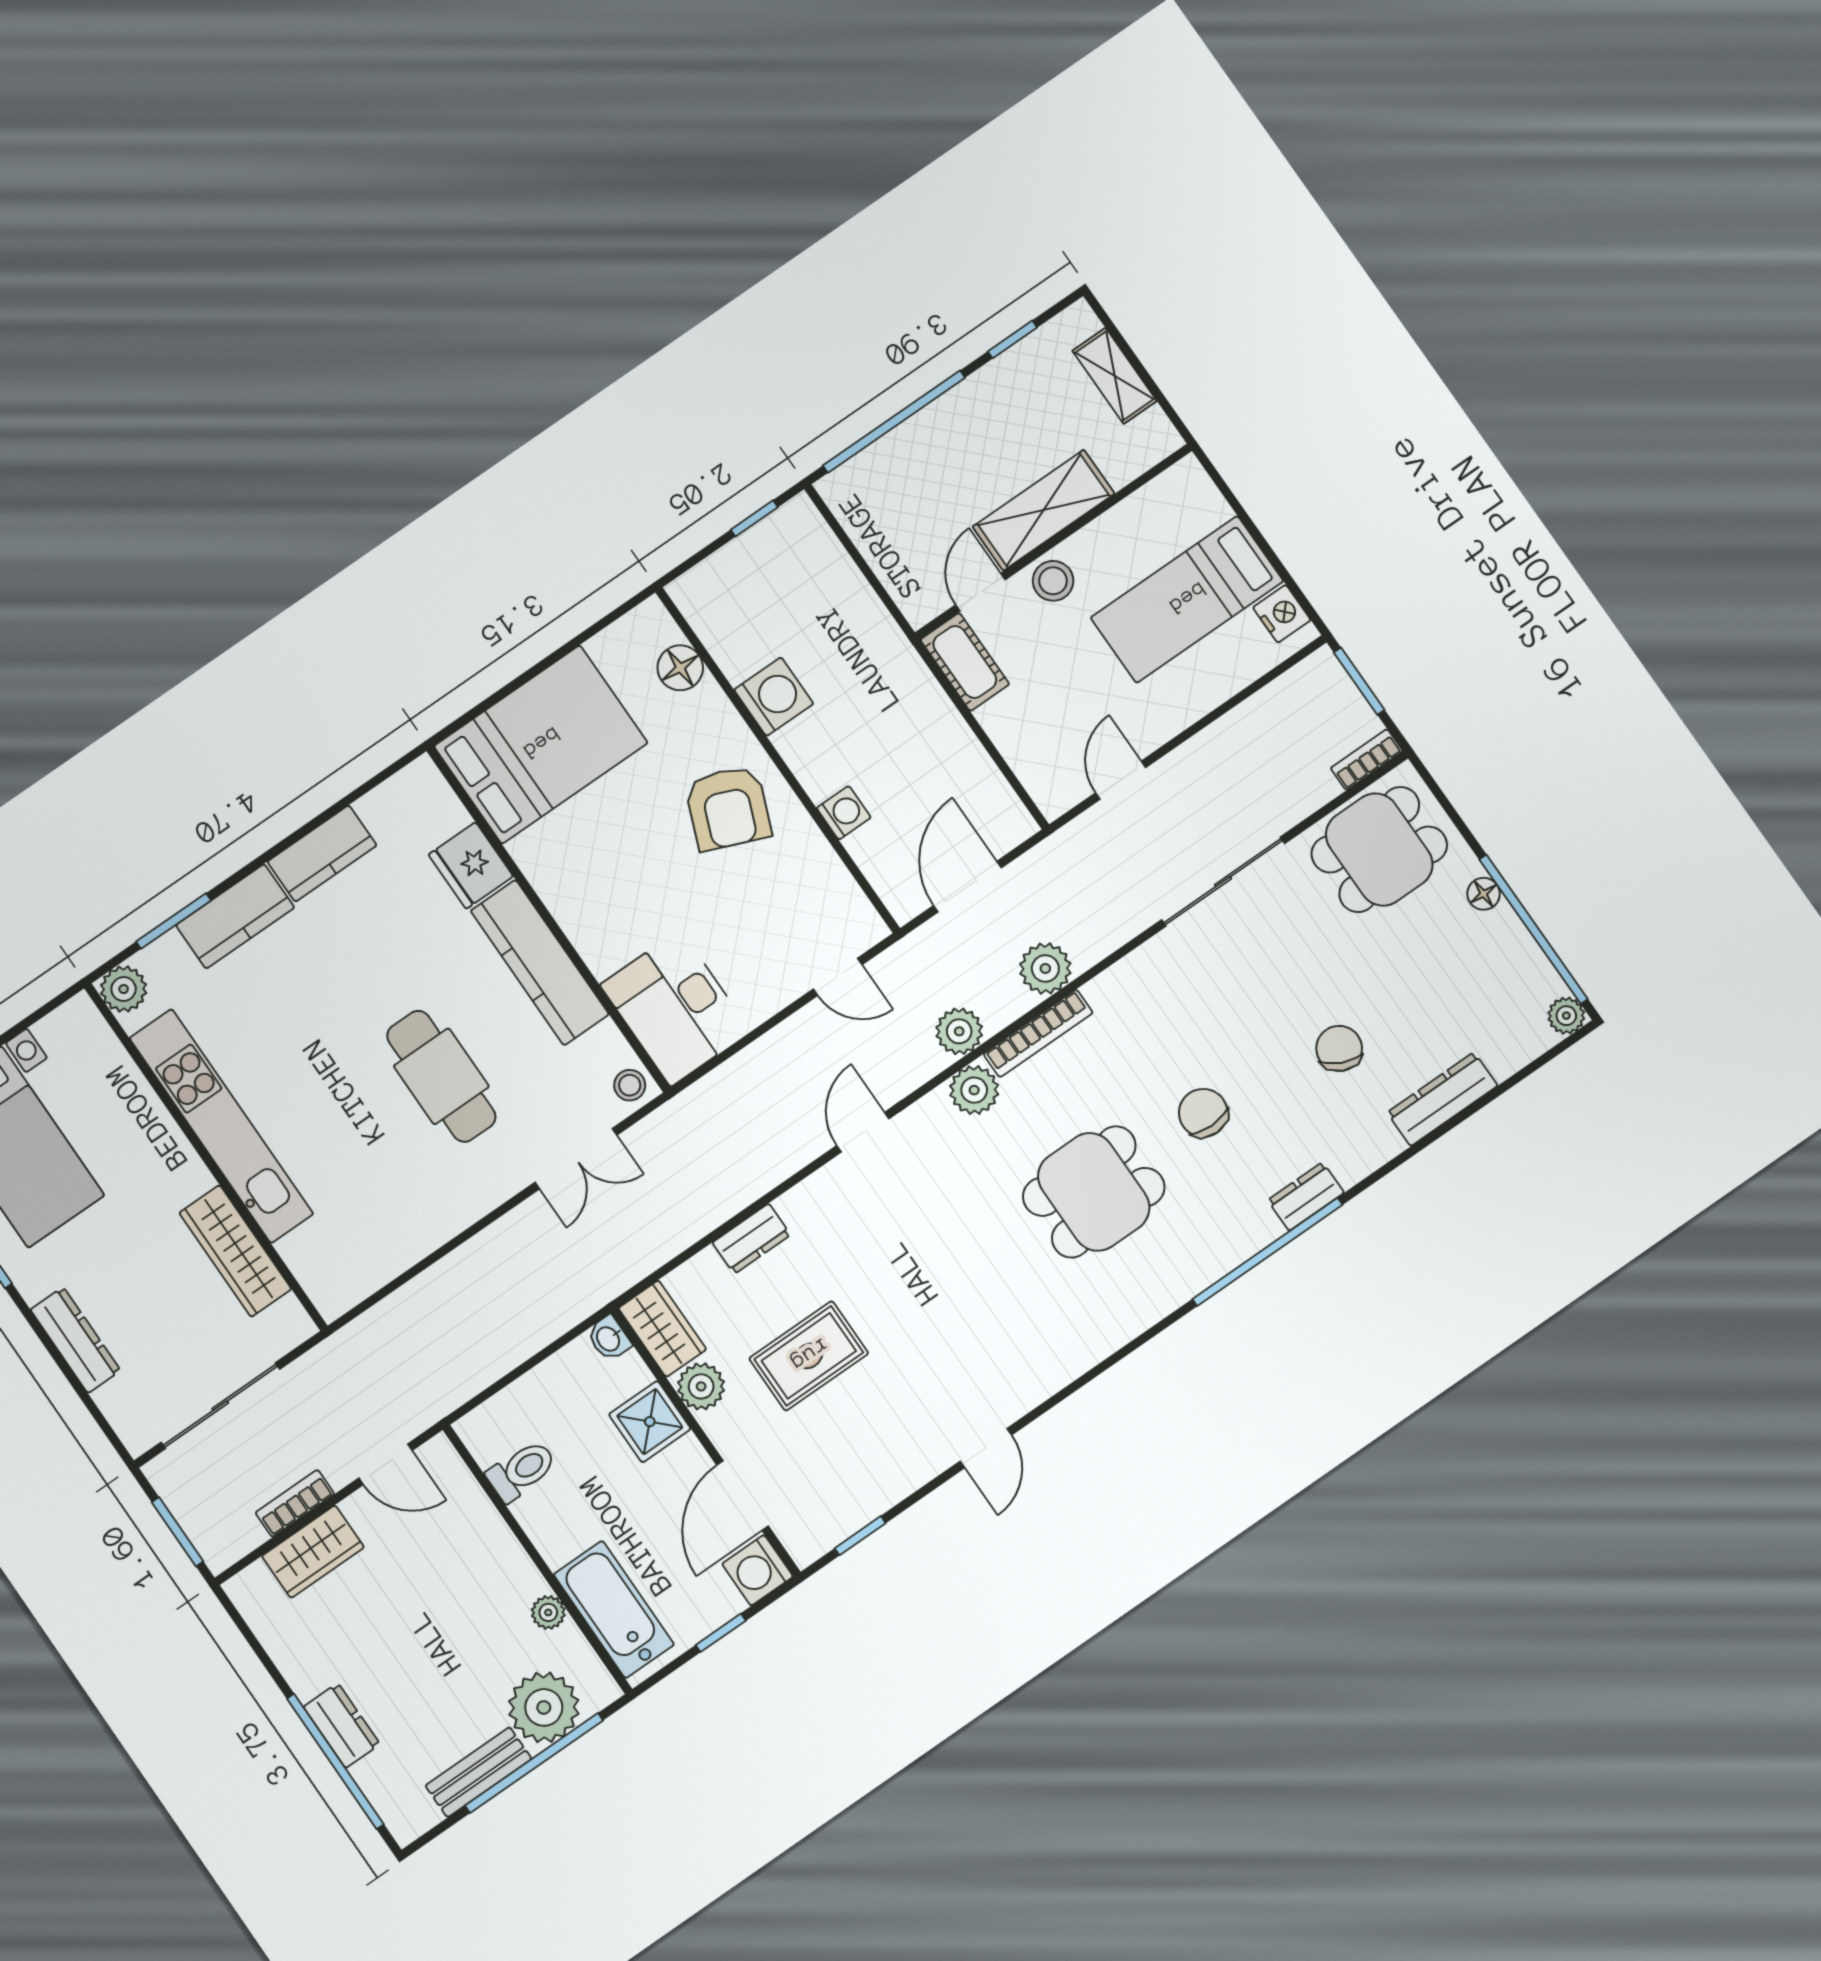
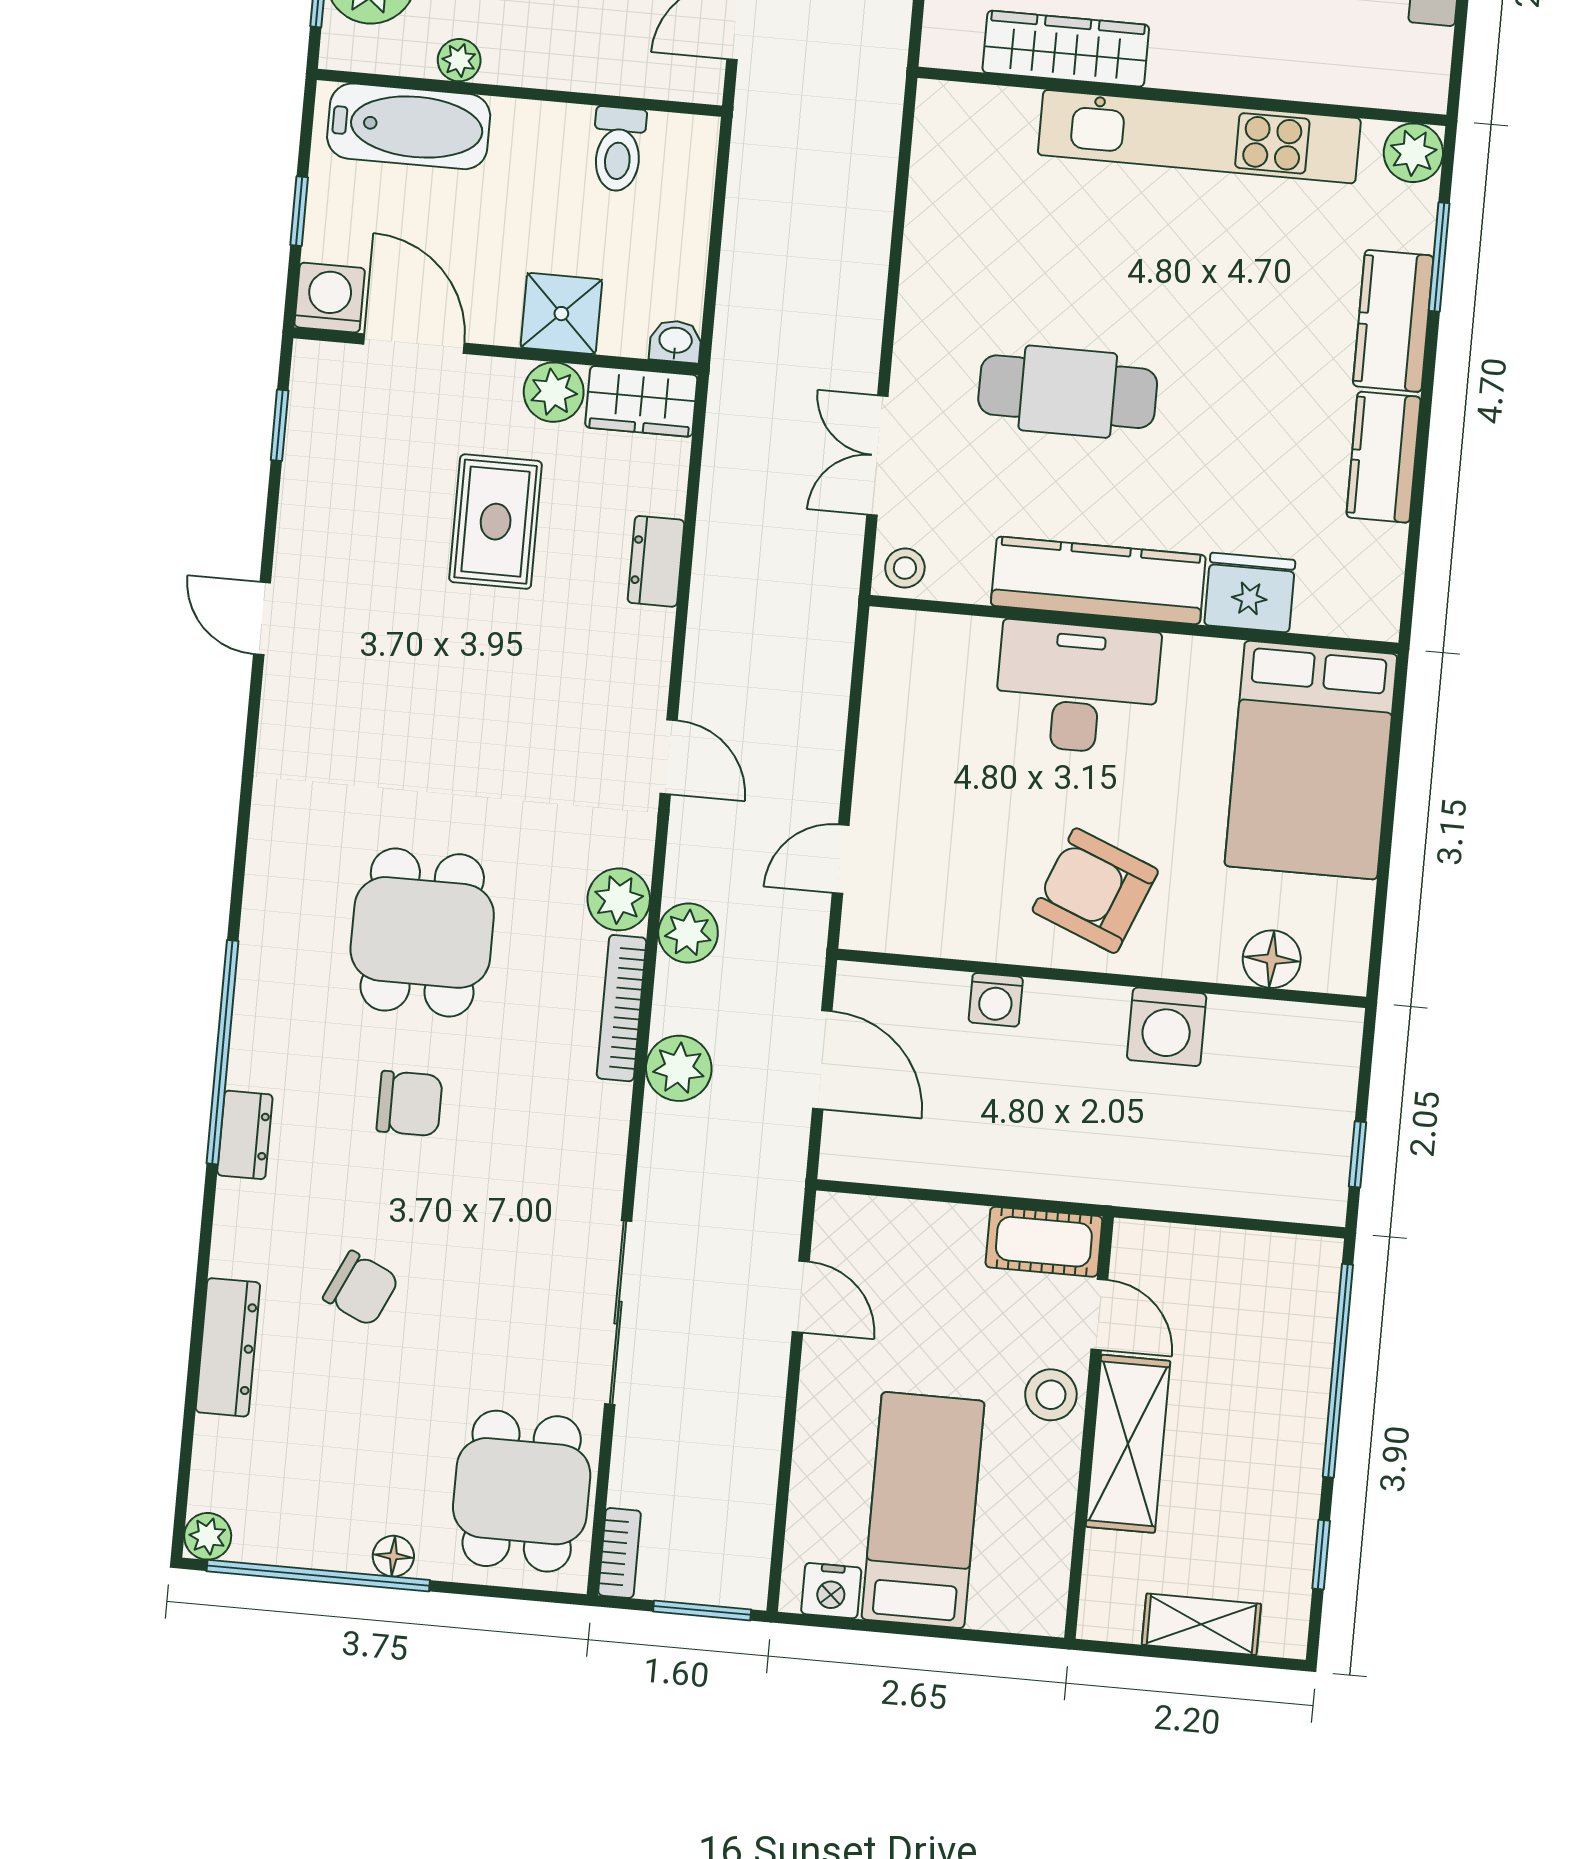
desk: (675, 1008) -> (1077, 688), moved

